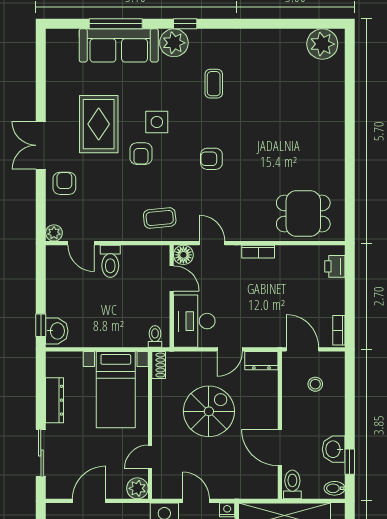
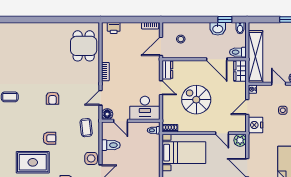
side table: (157, 122) -> (91, 158), moved
toilet: (110, 261) -> (111, 145), moved
door: (172, 278) -> (121, 121), swing flipped
door: (280, 448) -> (217, 59), hinge flipped
wardrobe: (259, 488) -> (240, 71), added

